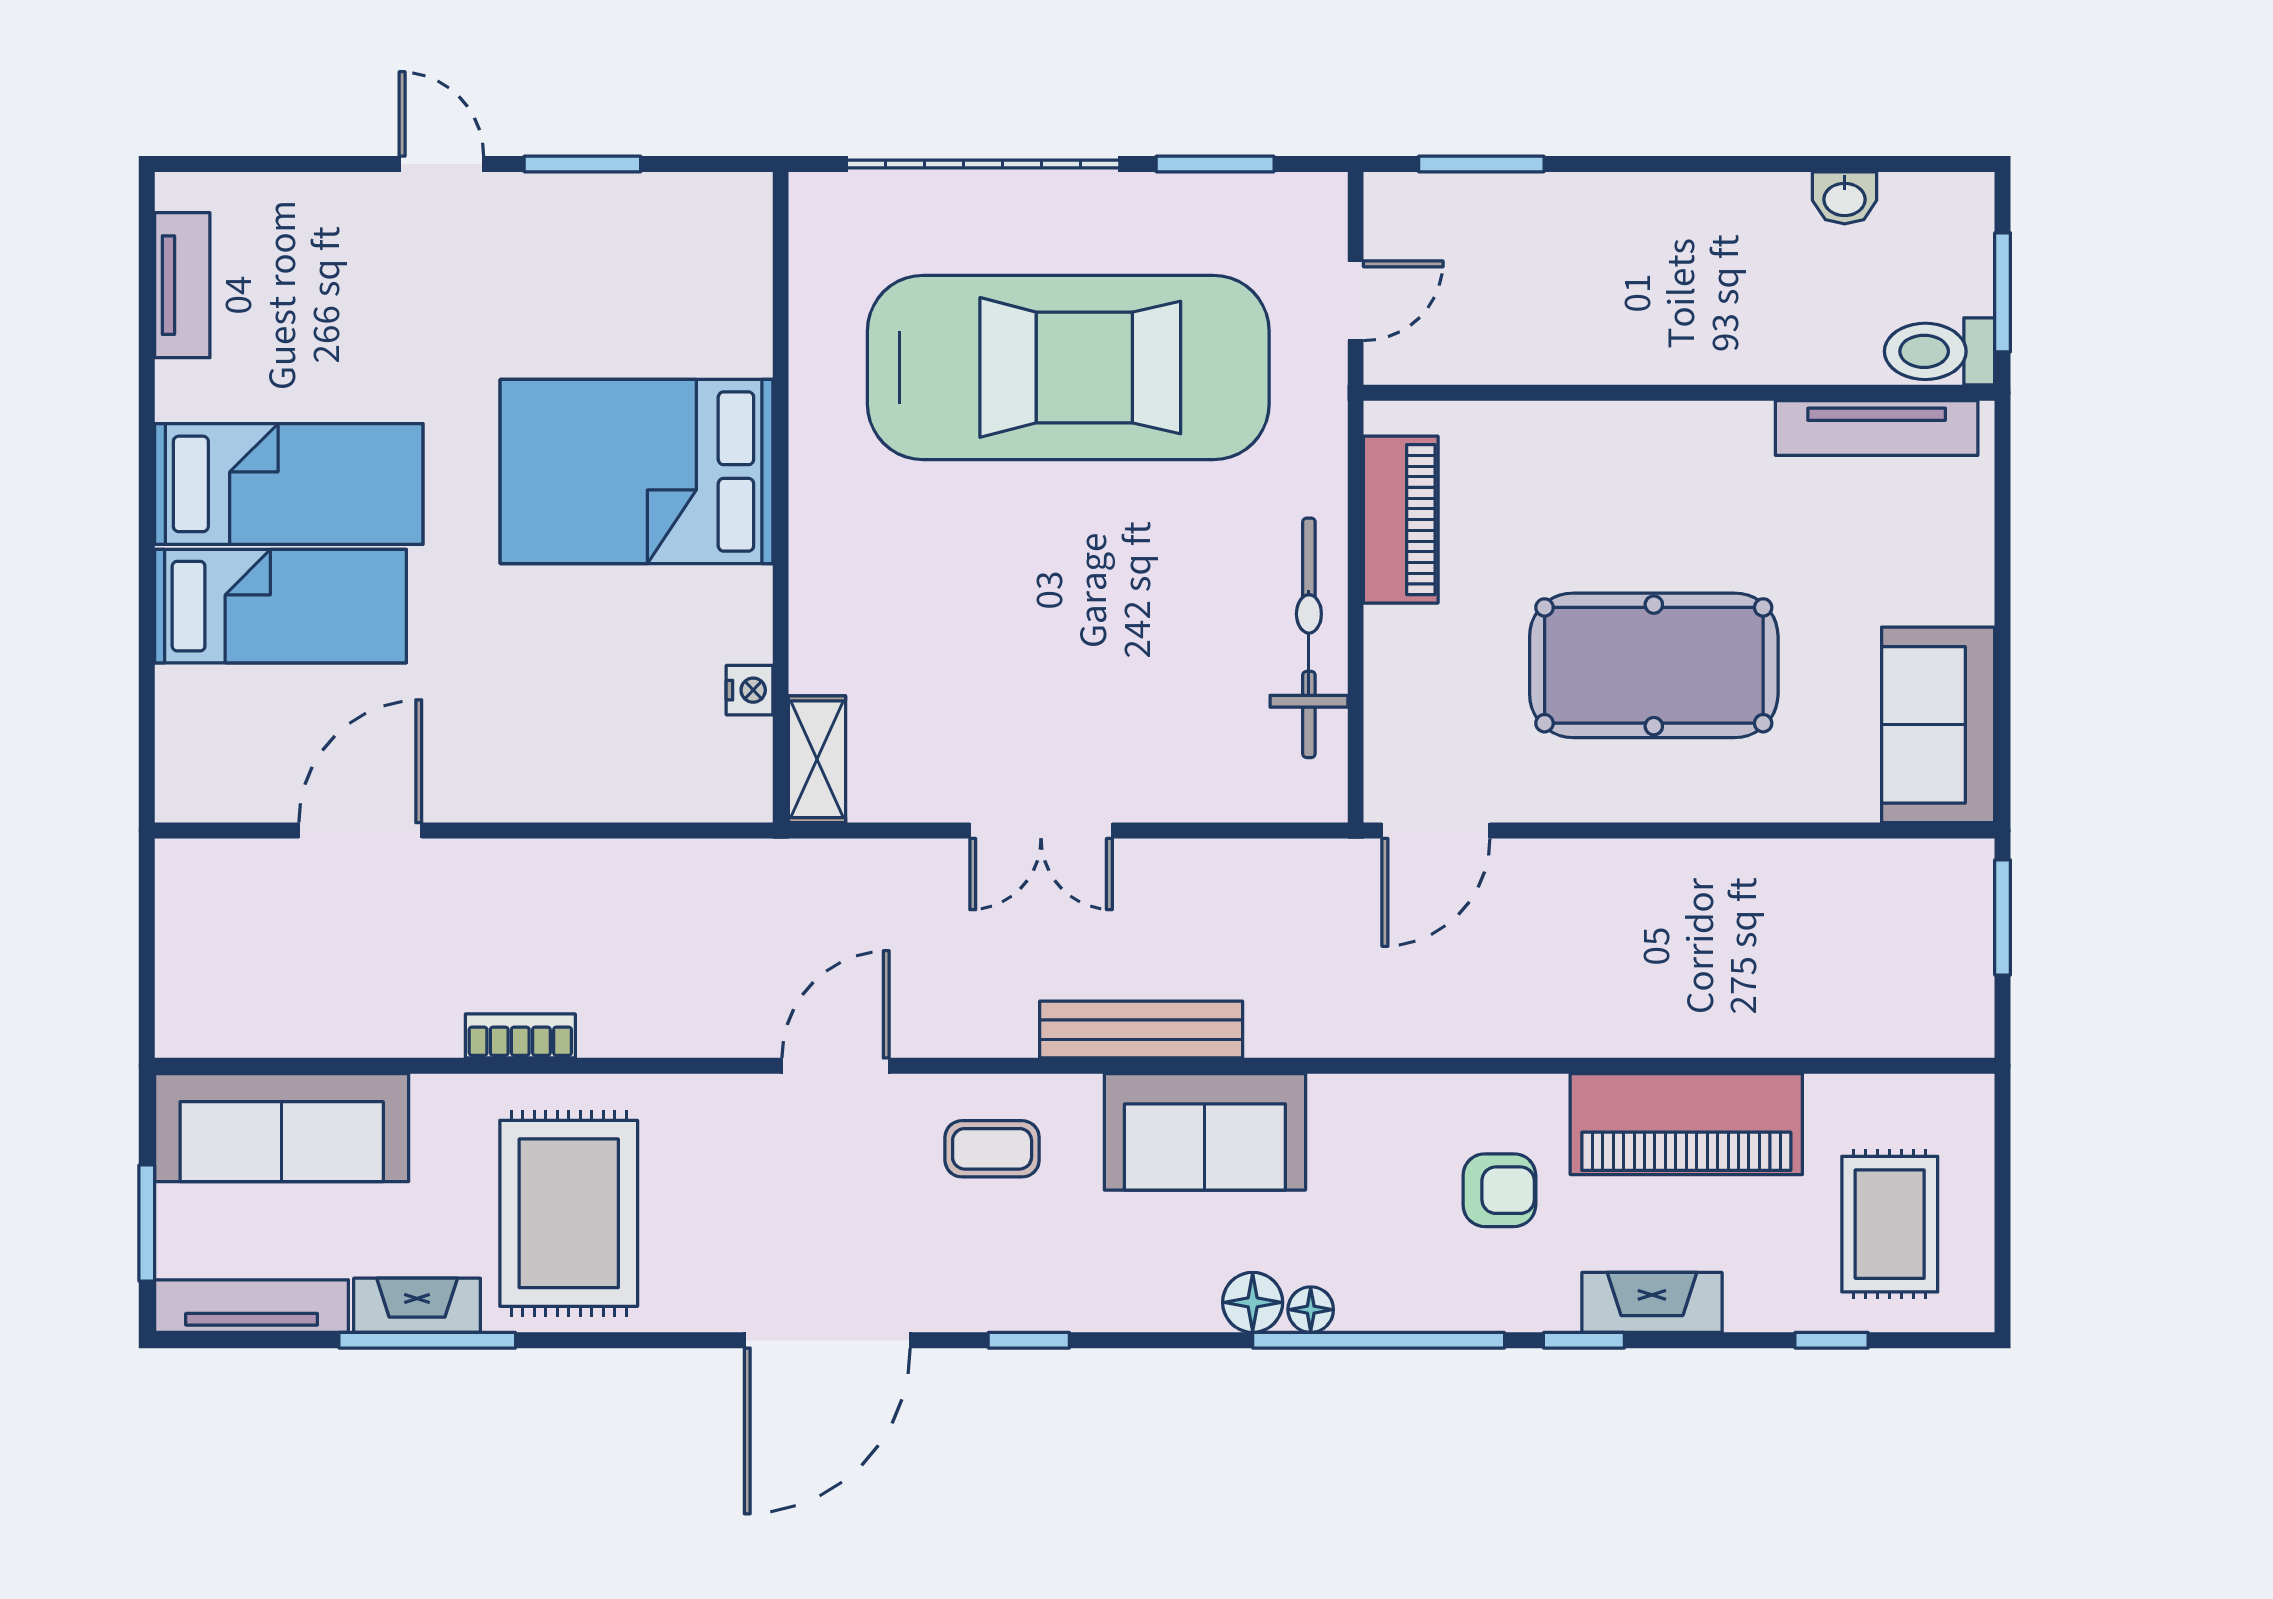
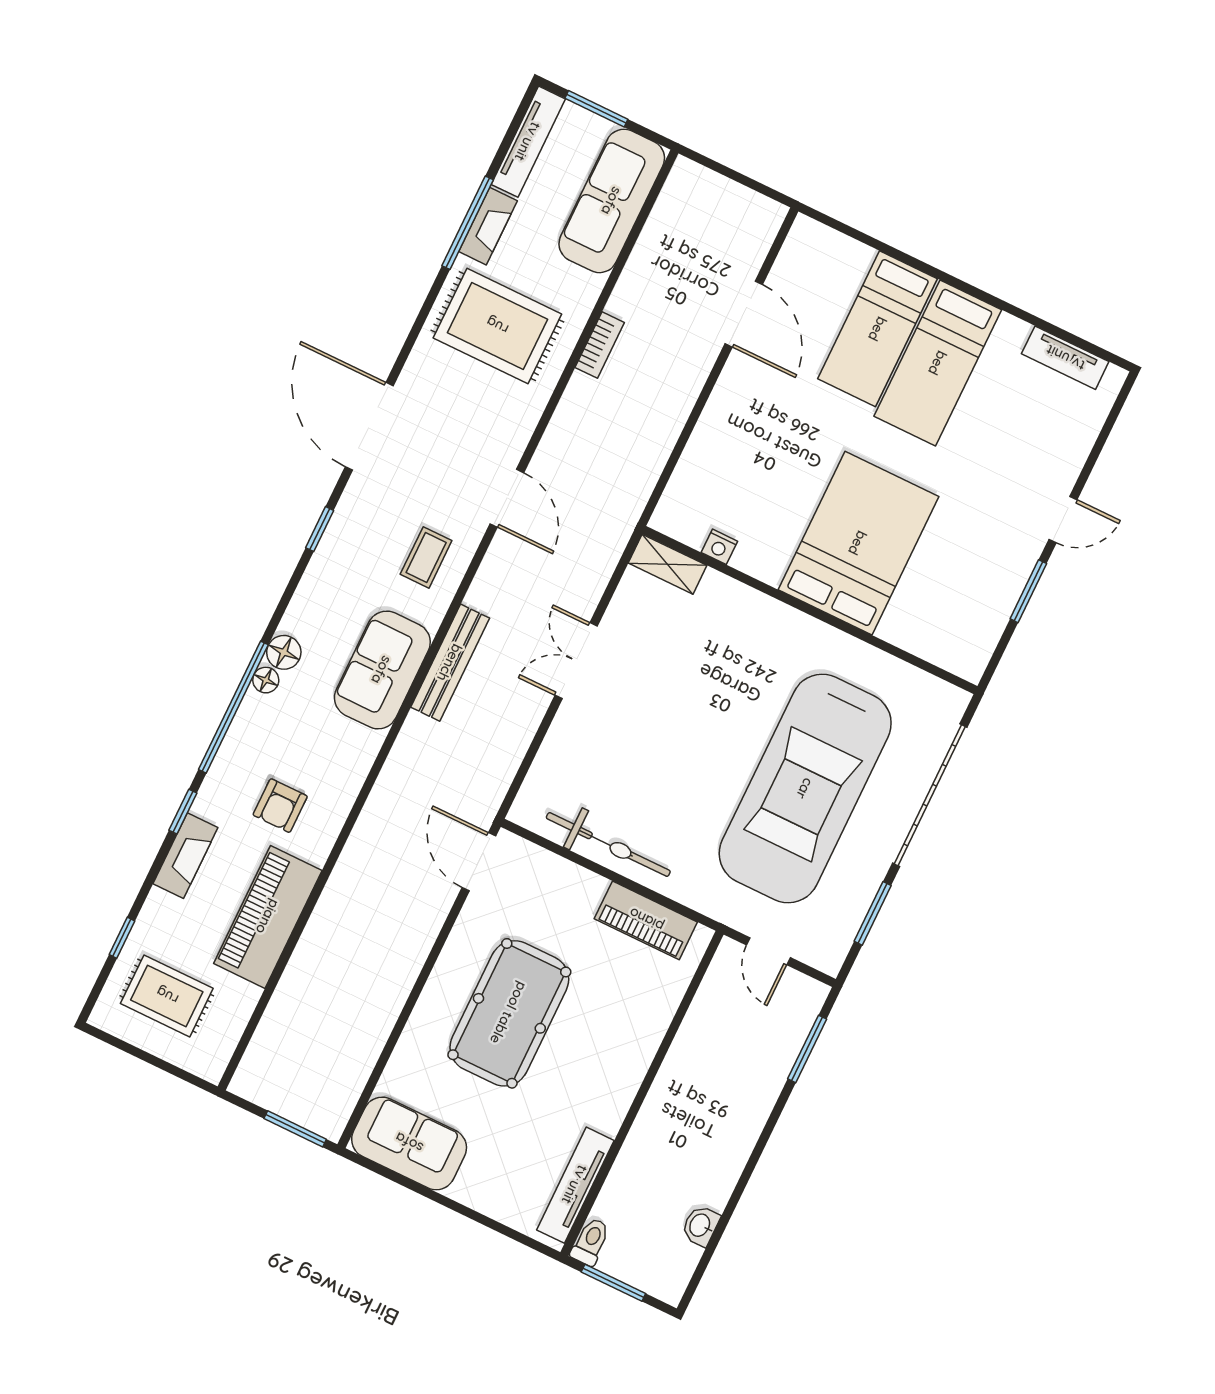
toilet: (1940, 351) -> (590, 1242), width x0.73, depth x0.72

